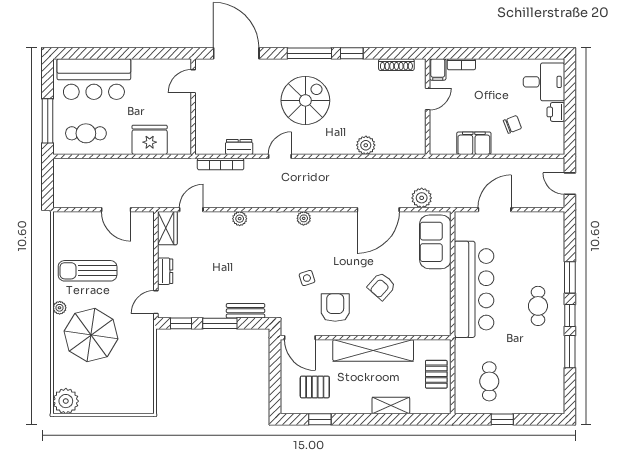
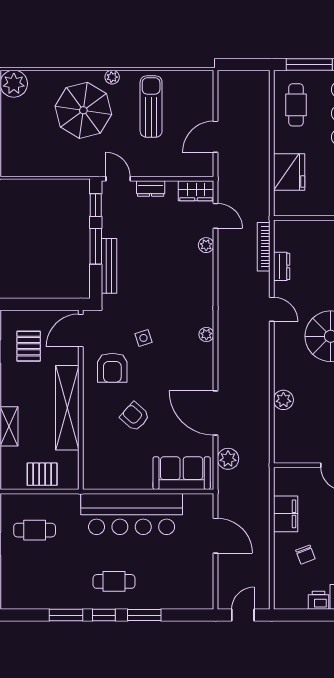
plant: (240, 219) -> (206, 245), moved
armchair: (335, 308) -> (112, 368), turned 90
bench: (246, 311) -> (109, 266), width x1.36

